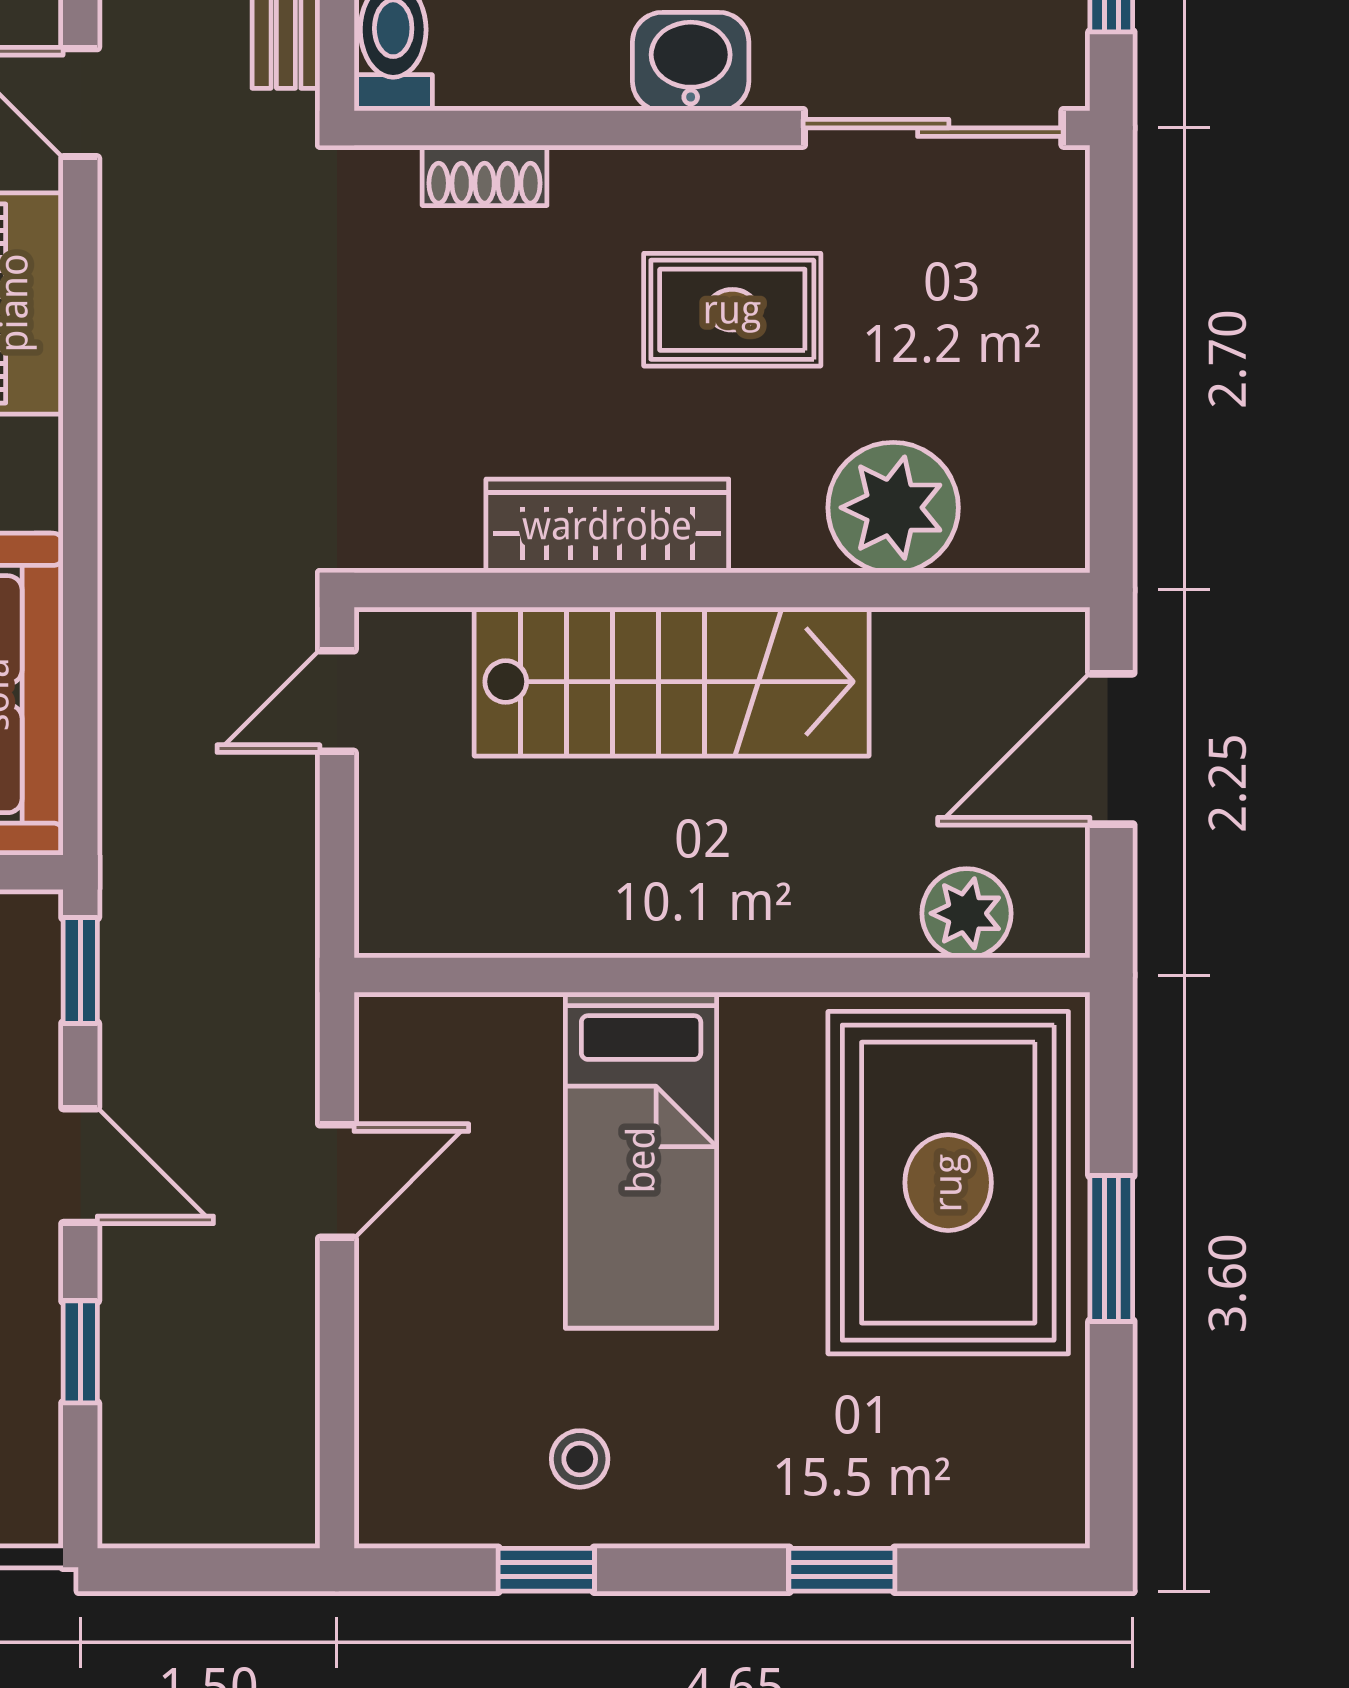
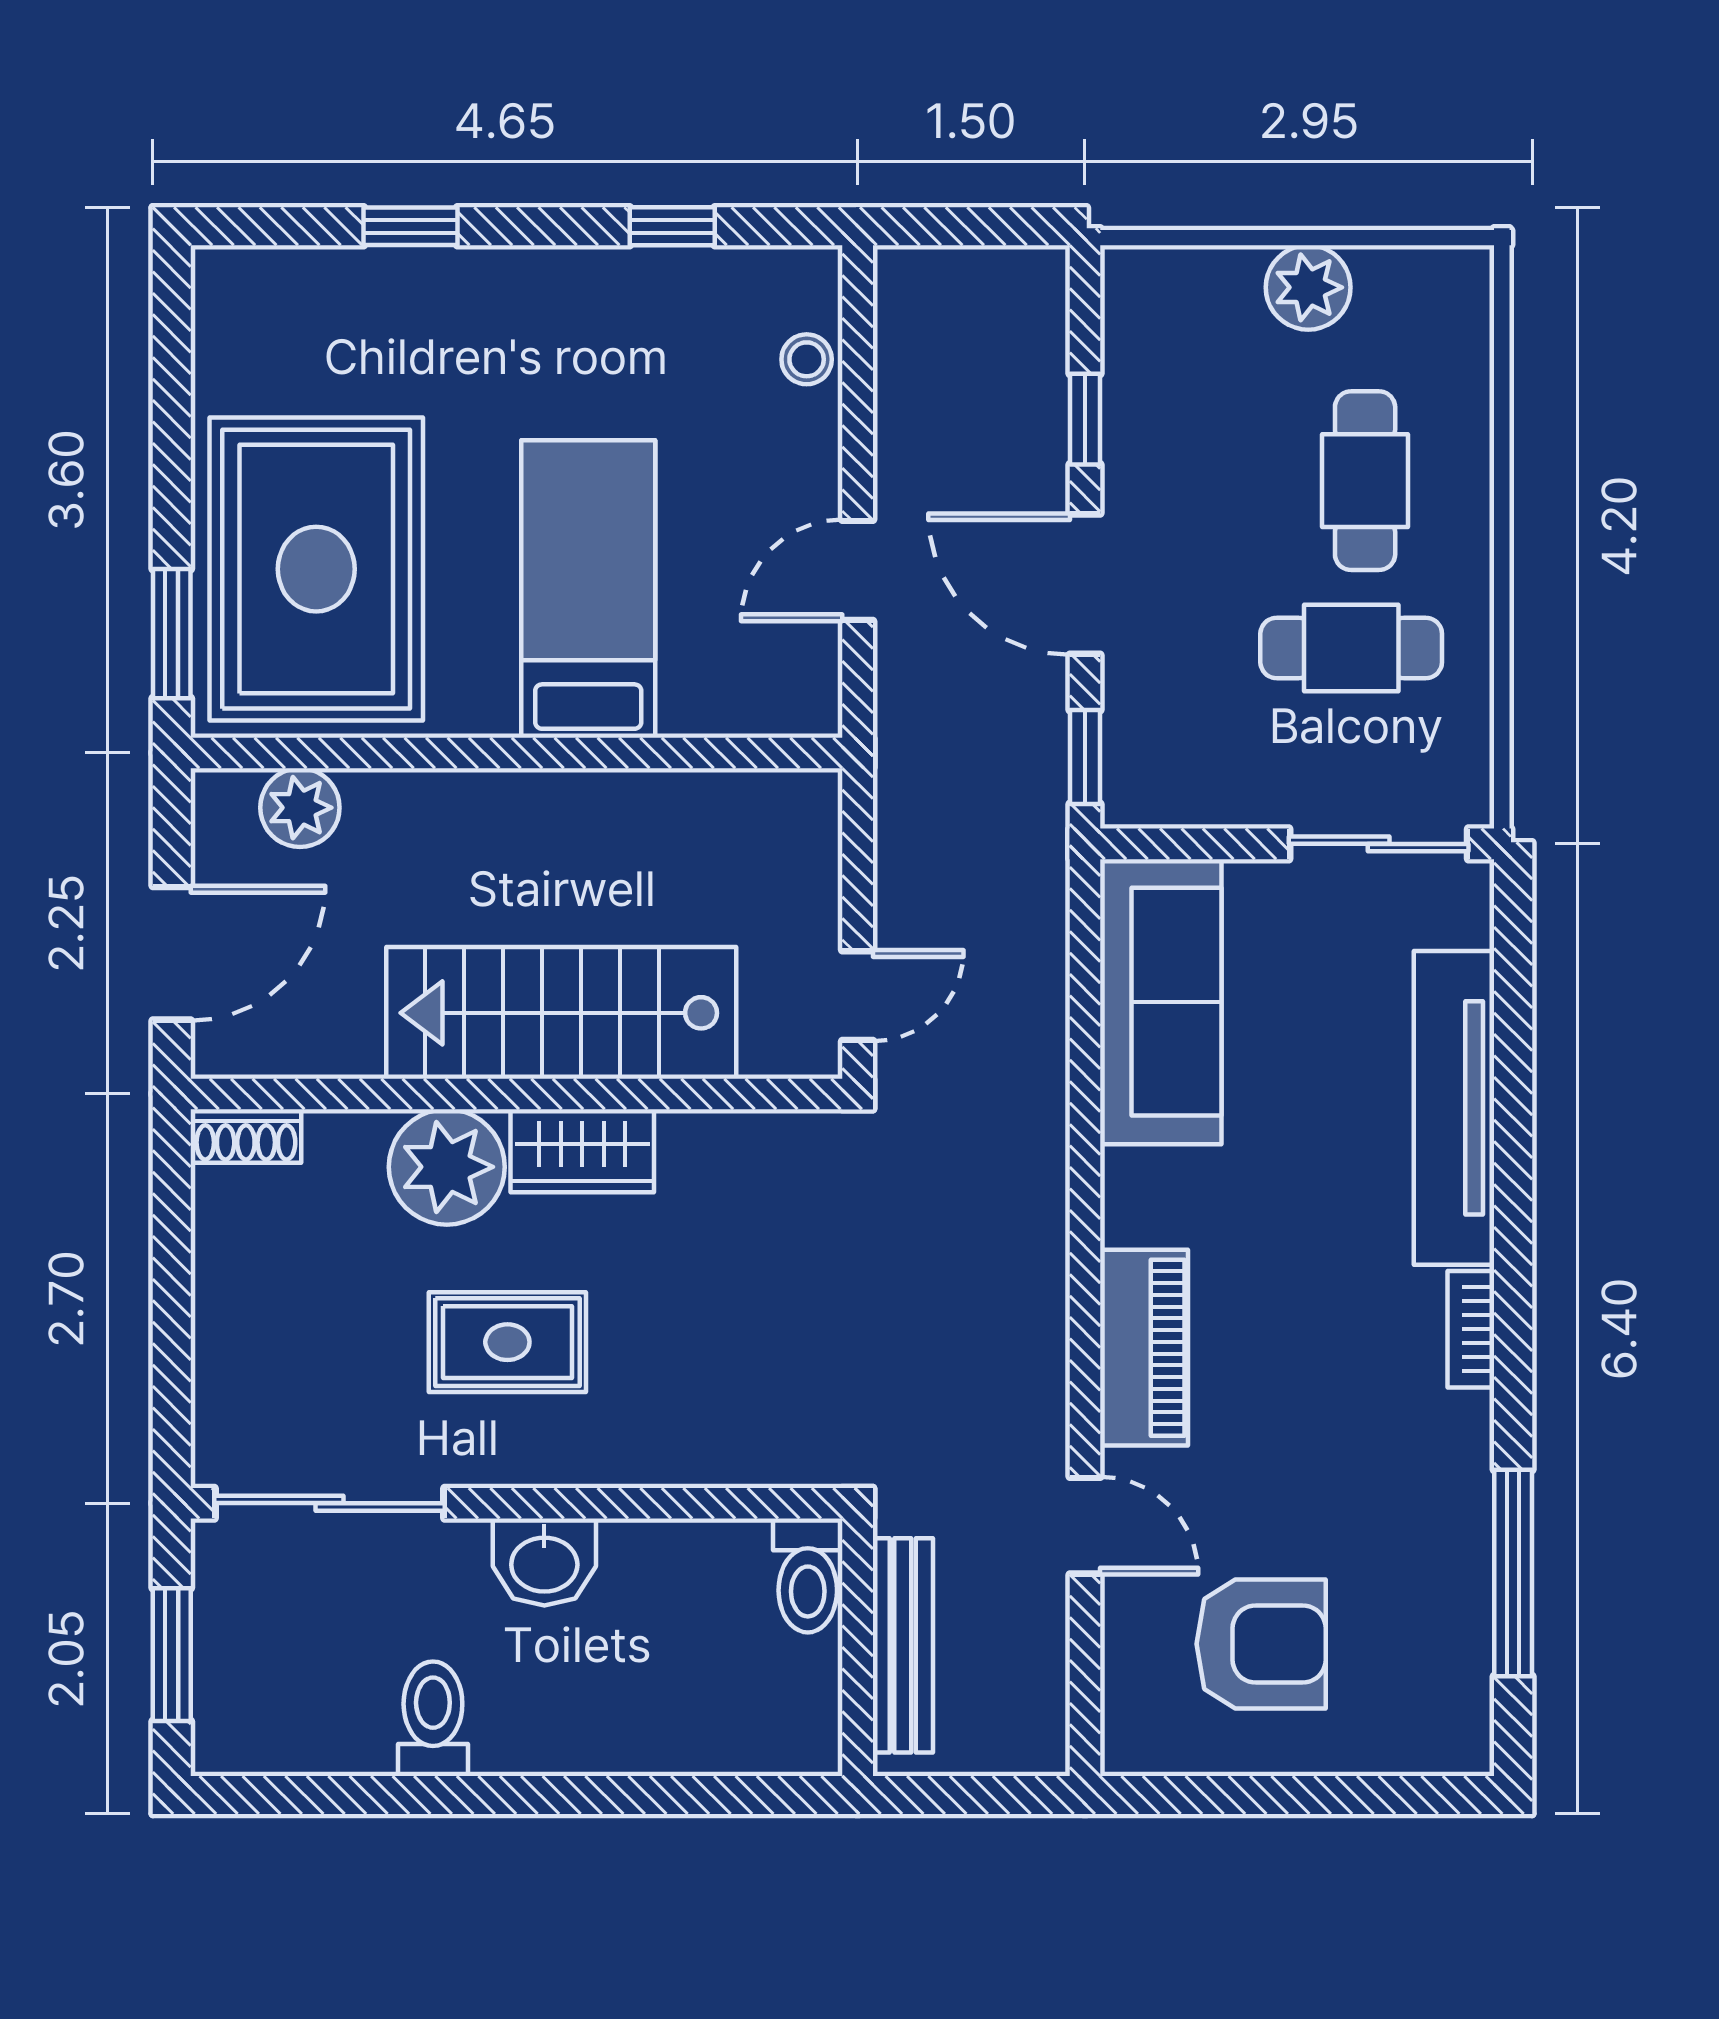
shoe rack: (485, 175) -> (246, 1136), moved, turned 180
plant: (893, 508) -> (447, 1167), moved
wardrobe: (607, 526) -> (582, 1151), width x0.67
door: (80, 1166) -> (1085, 584), width x1.38
window: (1111, 1248) -> (172, 634), moved
stool: (580, 1459) -> (807, 359), moved

